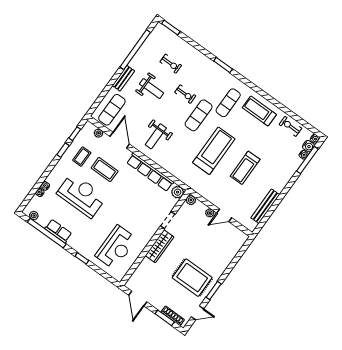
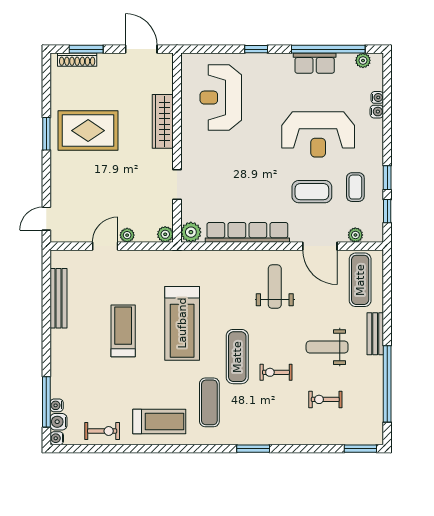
wardrobe: (160, 246) -> (163, 121), moved
door: (198, 313) -> (46, 219), moved

